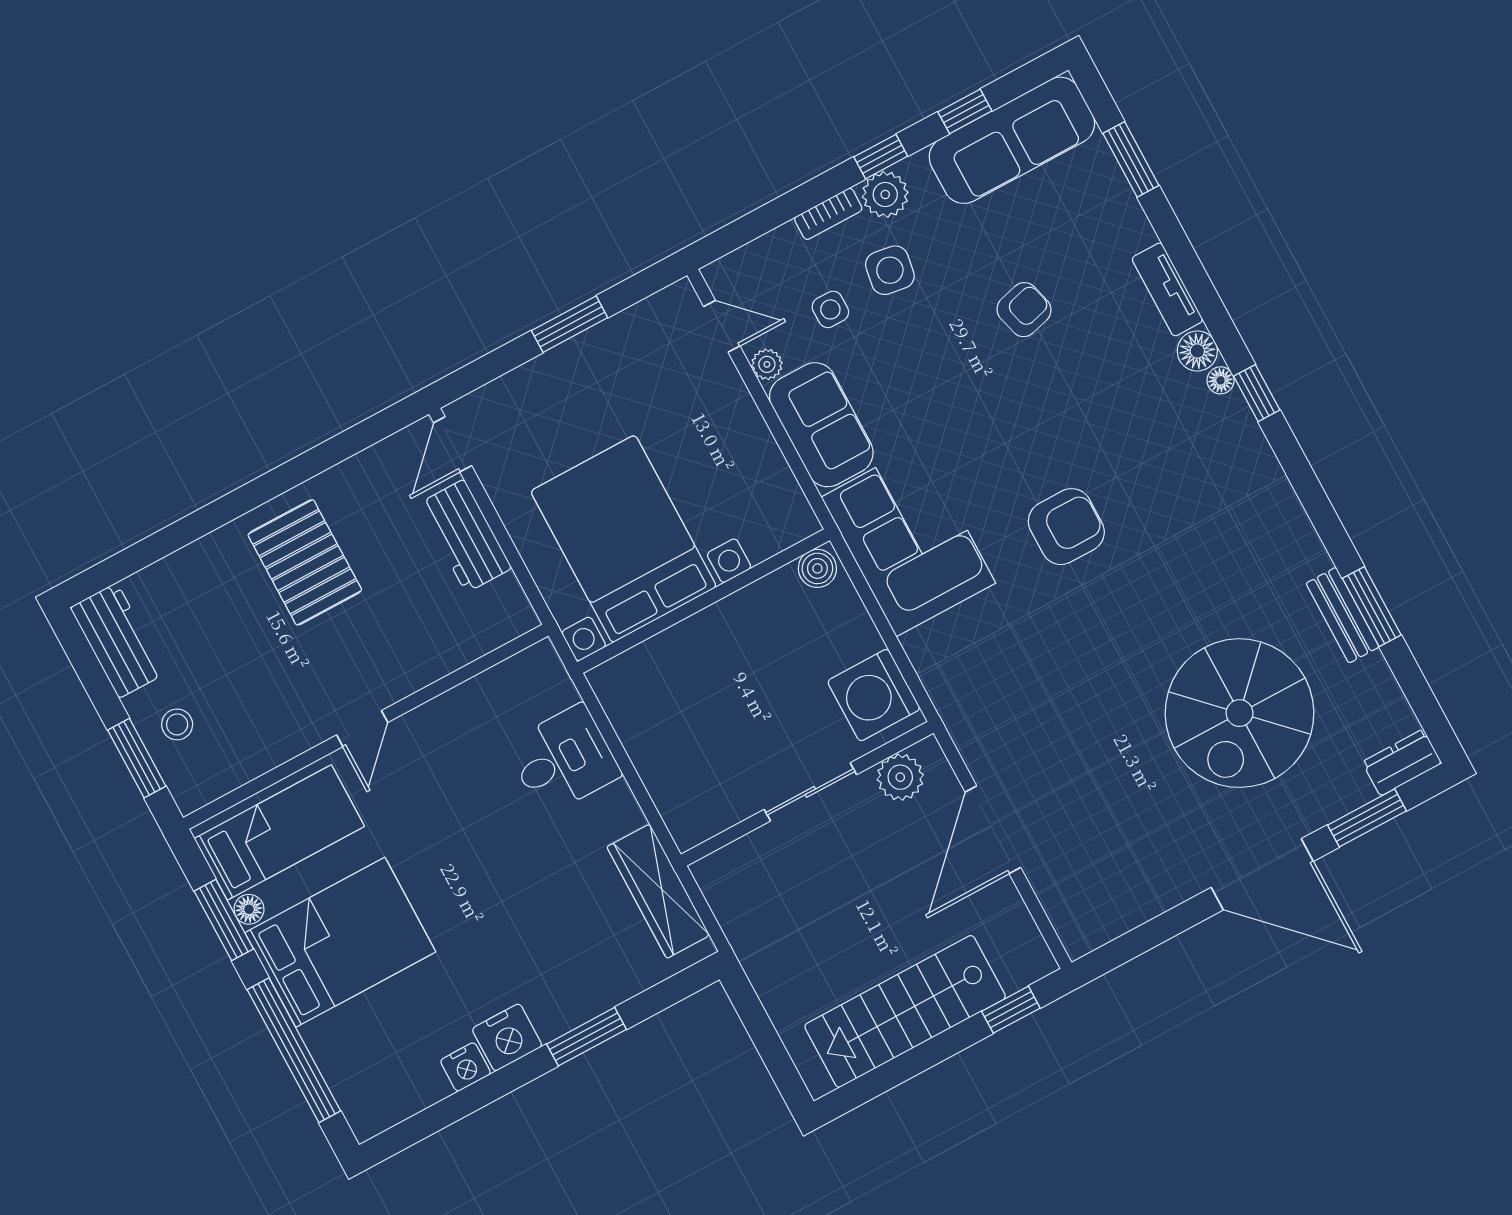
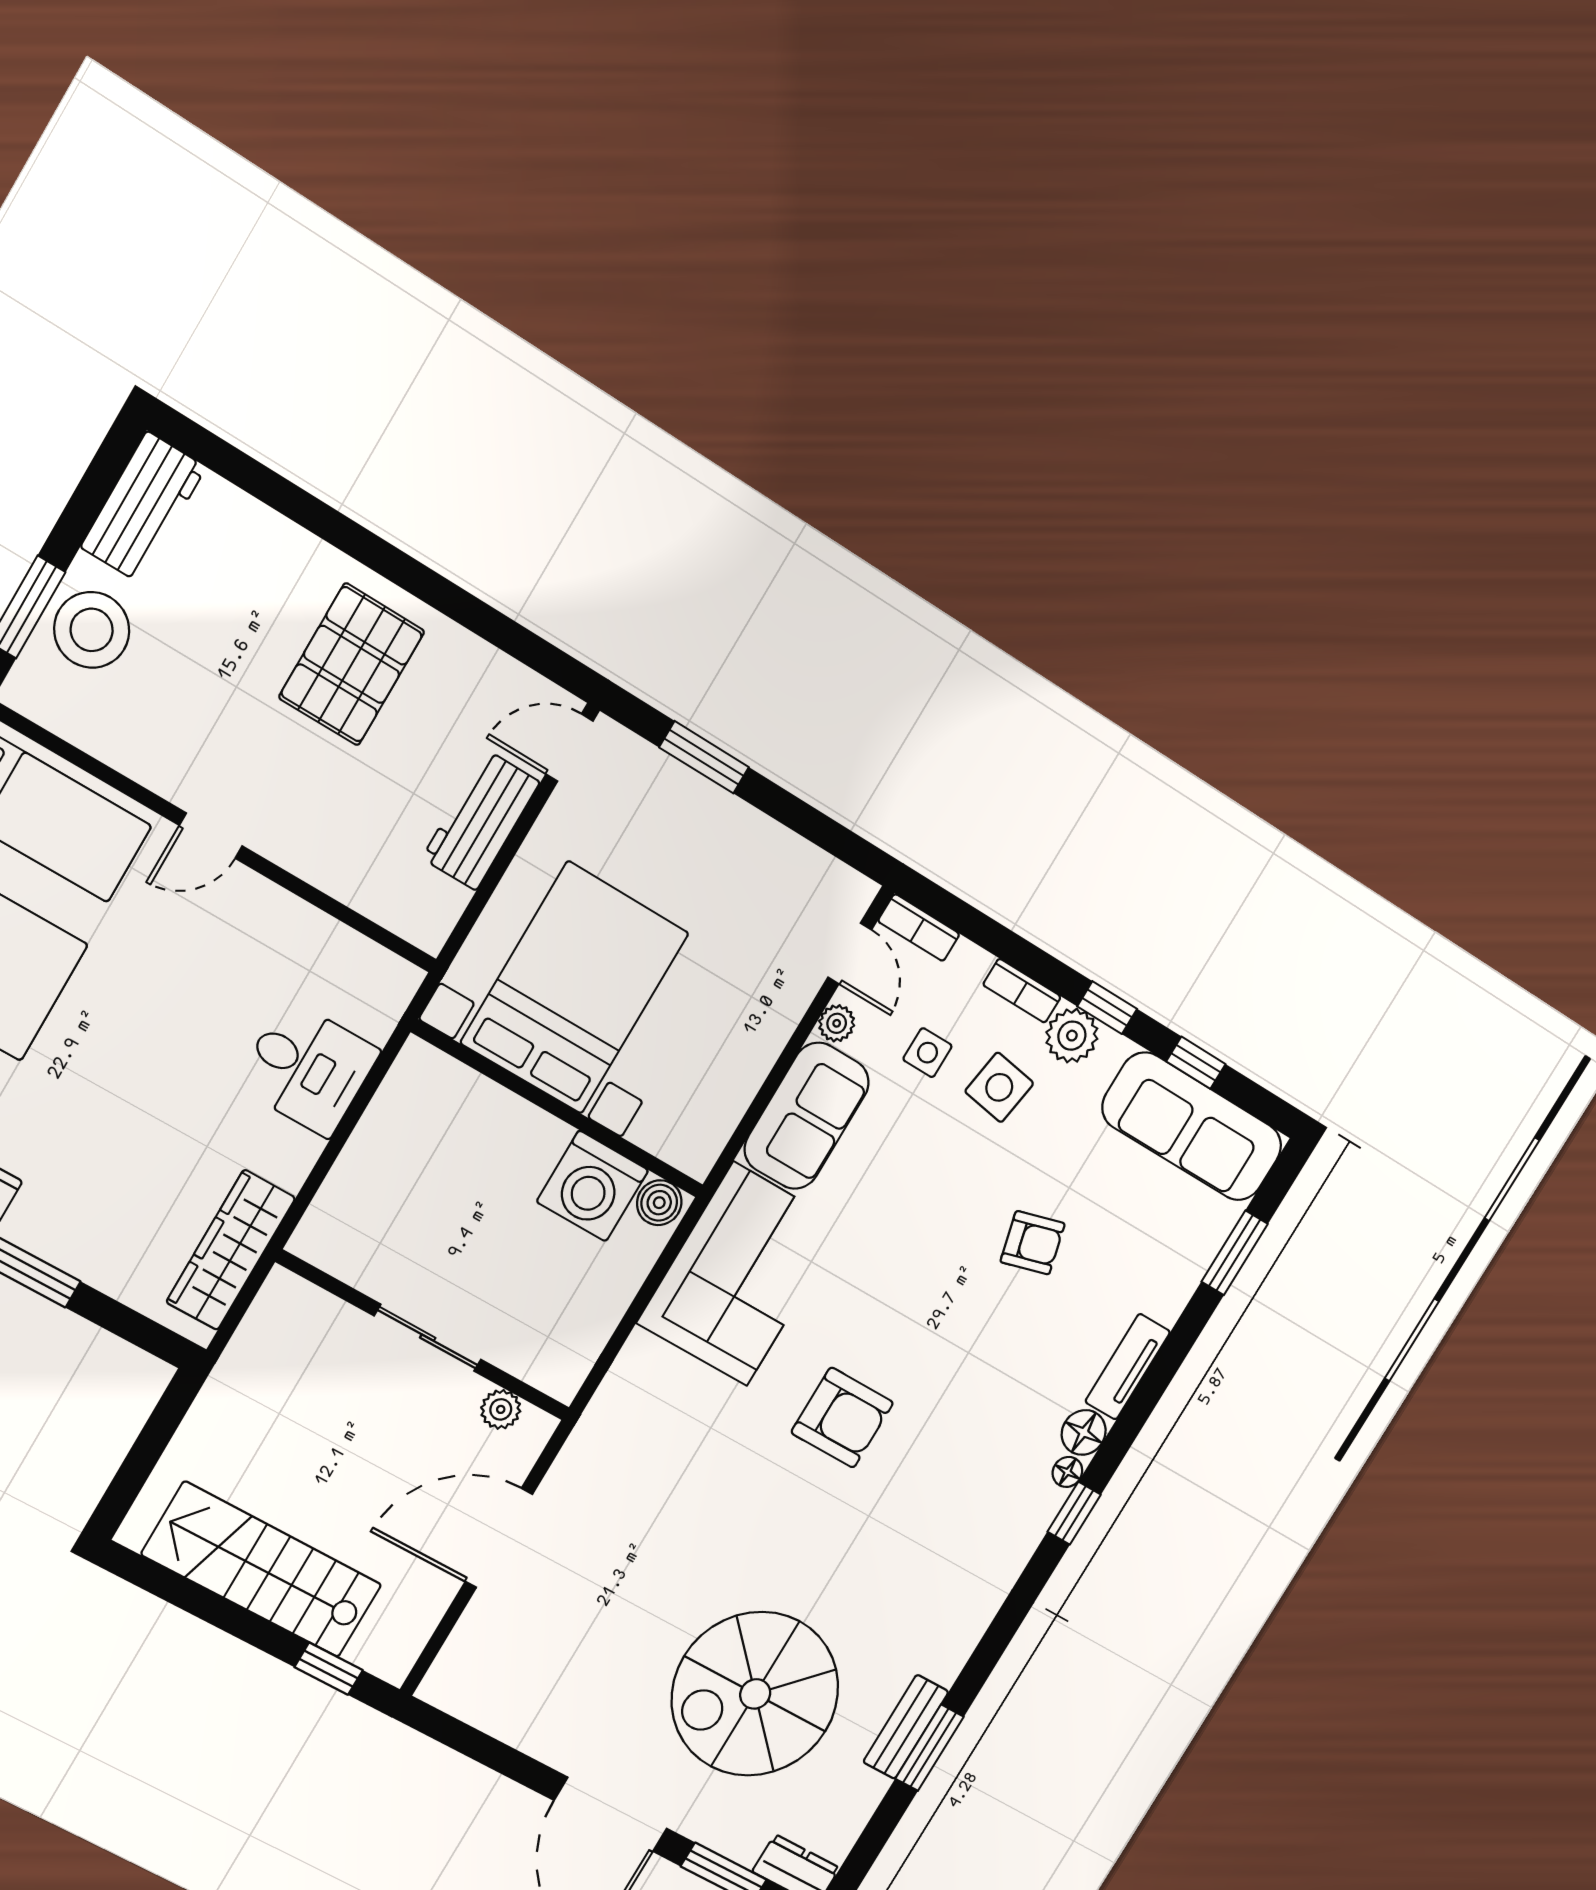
bookcase: (734, 265) -> (919, 928), added
window: (570, 324) -> (704, 757), moved
washing machine: (874, 695) -> (592, 1186), moved, turned -90
stool: (177, 724) -> (92, 630), width x1.89, depth x1.89
plant: (900, 777) -> (501, 1409), width x0.73, depth x0.73

